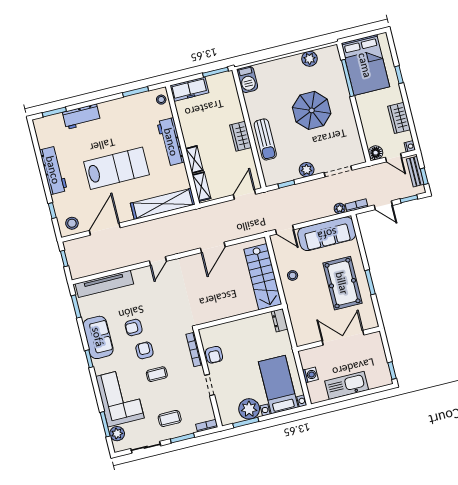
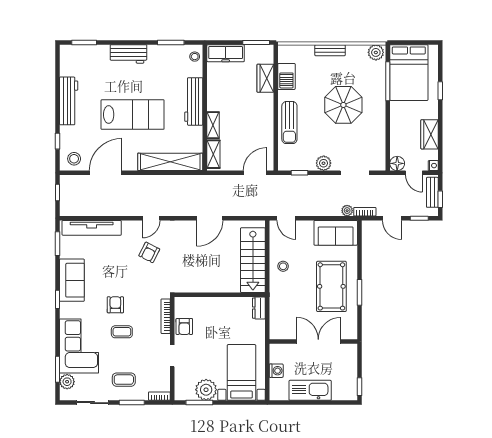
plant: (309, 59) -> (376, 52), moved
bench: (286, 62) -> (330, 50), added
barbecue: (247, 79) -> (286, 76), moved
workbench: (81, 117) -> (128, 54), moved
wardrobe: (241, 136) -> (265, 78), moved
sofa: (327, 234) -> (336, 233), width x0.73
armchair: (134, 327) -> (149, 252), moved, turned -63

